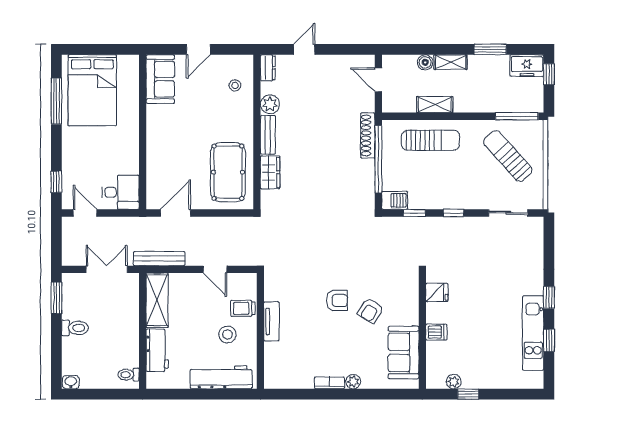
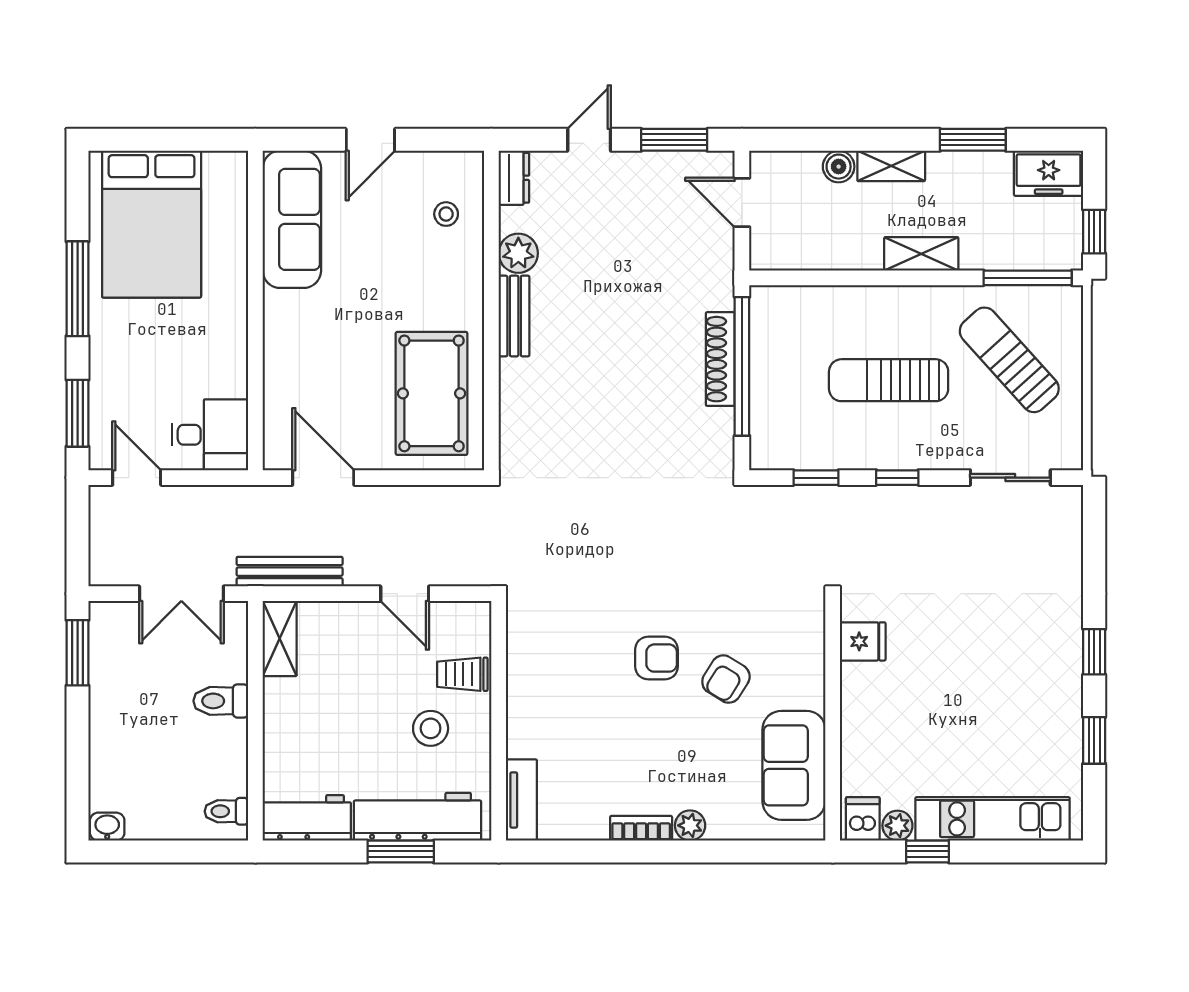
window: (345, 49) -> (674, 140), added
window: (549, 74) -> (1094, 232), moved
sofa: (160, 79) -> (292, 219), width x1.36
window: (56, 101) -> (78, 289), moved
shelving: (435, 105) -> (921, 254), moved
shoe rack: (368, 135) -> (720, 359), moved
sun lounger: (431, 140) -> (889, 380), moved, turned 180
wardrobe: (270, 172) -> (519, 393), removed
window: (56, 182) -> (78, 413), width x1.50
barbecue: (395, 200) -> (776, 451), removed
door: (175, 213) -> (323, 478), hinge flipped
double door: (107, 269) -> (181, 594), swing flipped
shelving: (157, 300) -> (280, 639), width x0.67, depth x0.75
tv unit: (271, 321) -> (521, 800), moved
toilet: (75, 328) -> (221, 701), moved, turned 180
dishwasher: (436, 332) -> (863, 819), moved, turned -90
kitchen unit: (533, 333) -> (993, 819), moved, turned 90
workbench: (157, 350) -> (307, 818), moved, turned -90
window: (213, 394) -> (401, 851), added

